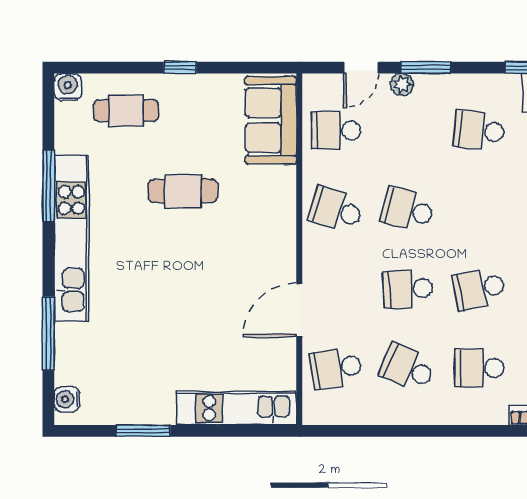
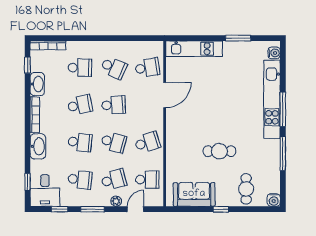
window: (426, 68) -> (93, 209), moved
cafe table: (126, 111) -> (246, 189), turned 90
sofa: (271, 120) -> (194, 194), moved, turned -90
school desk: (408, 130) -> (114, 180), added
school desk: (336, 210) -> (147, 142), turned -36
school desk: (479, 210) -> (80, 142), added
kitchen unit: (71, 238) -> (272, 99), moved
window: (48, 333) -> (283, 109), moved

